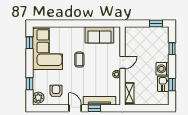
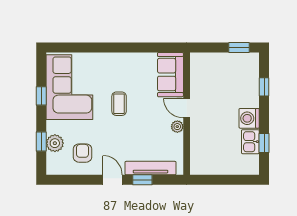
sofa: (99, 35) -> (170, 75), moved, turned 90
window: (30, 43) -> (41, 96), moved
door: (123, 62) -> (187, 108), swing flipped
shelving: (129, 93) -> (197, 156), removed
plant: (38, 98) -> (55, 143), moved

